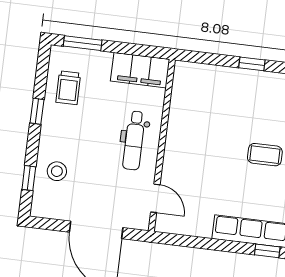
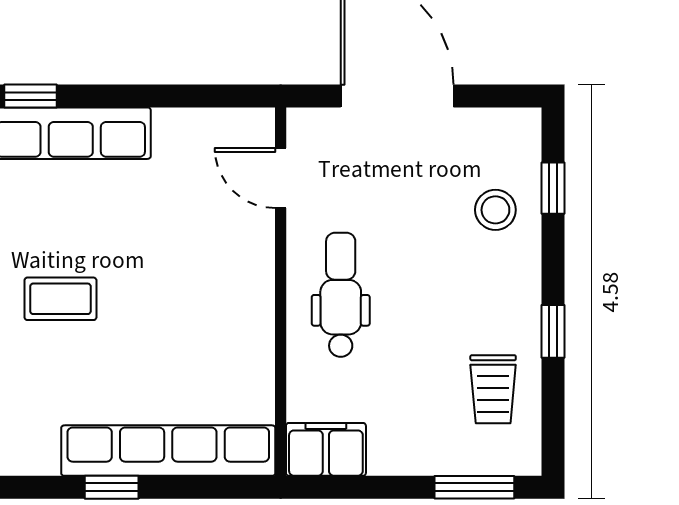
filing cabinet: (140, 70) -> (326, 449), width x0.67, depth x0.86
row of seats: (223, 78) -> (168, 451), added
trolley: (68, 88) -> (493, 389), turned 180

